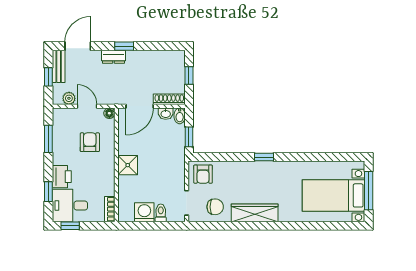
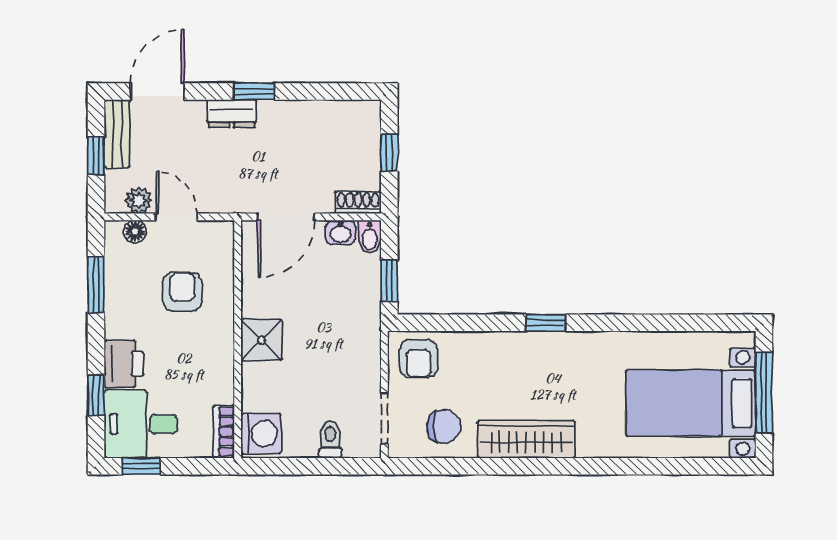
shoe rack: (169, 99) -> (358, 202), width x0.70
floor lamp: (109, 113) -> (135, 231), moved
washing machine: (144, 212) -> (261, 433), moved, turned 90

